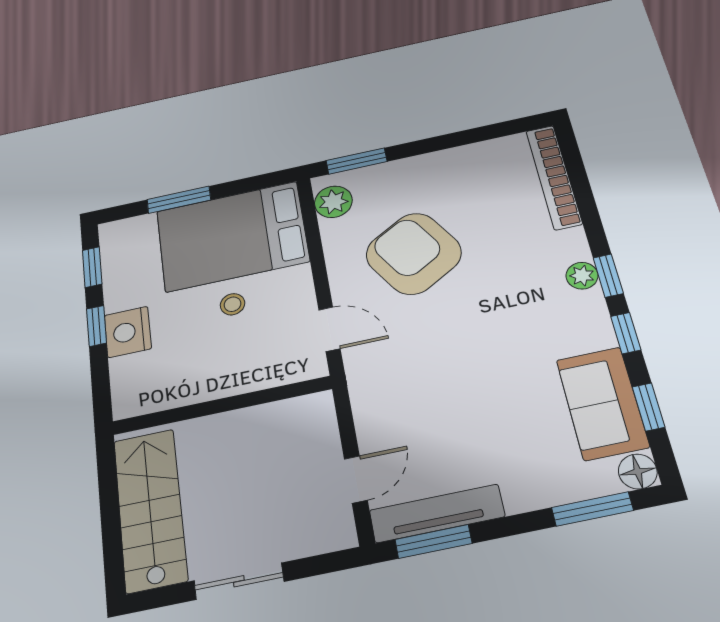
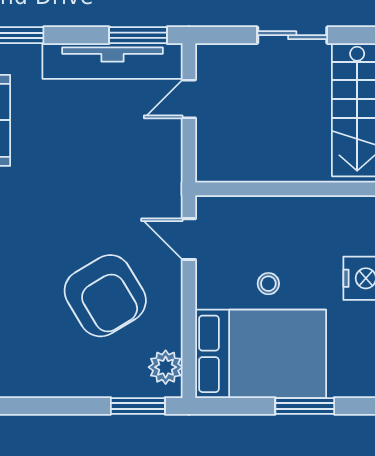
tv unit: (437, 513) -> (113, 61), width x1.36, depth x1.29

